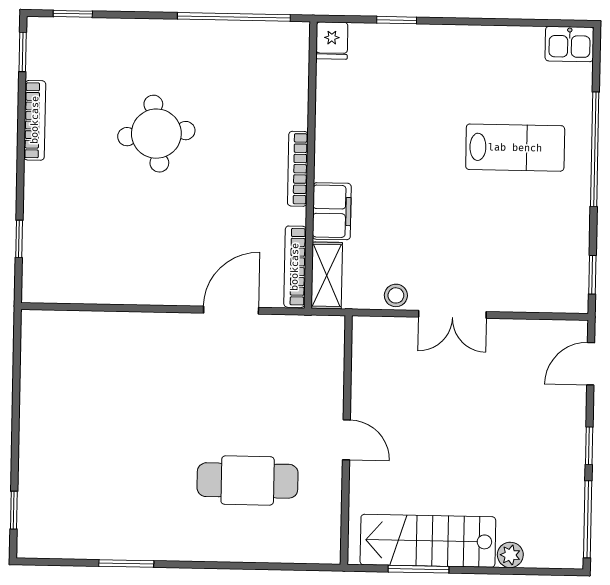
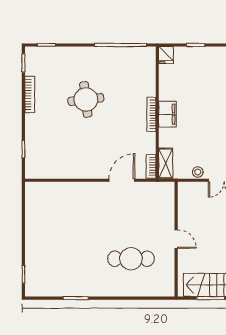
filing cabinet: (332, 211) -> (167, 114), moved
bookcase: (295, 267) -> (151, 166), width x0.64

